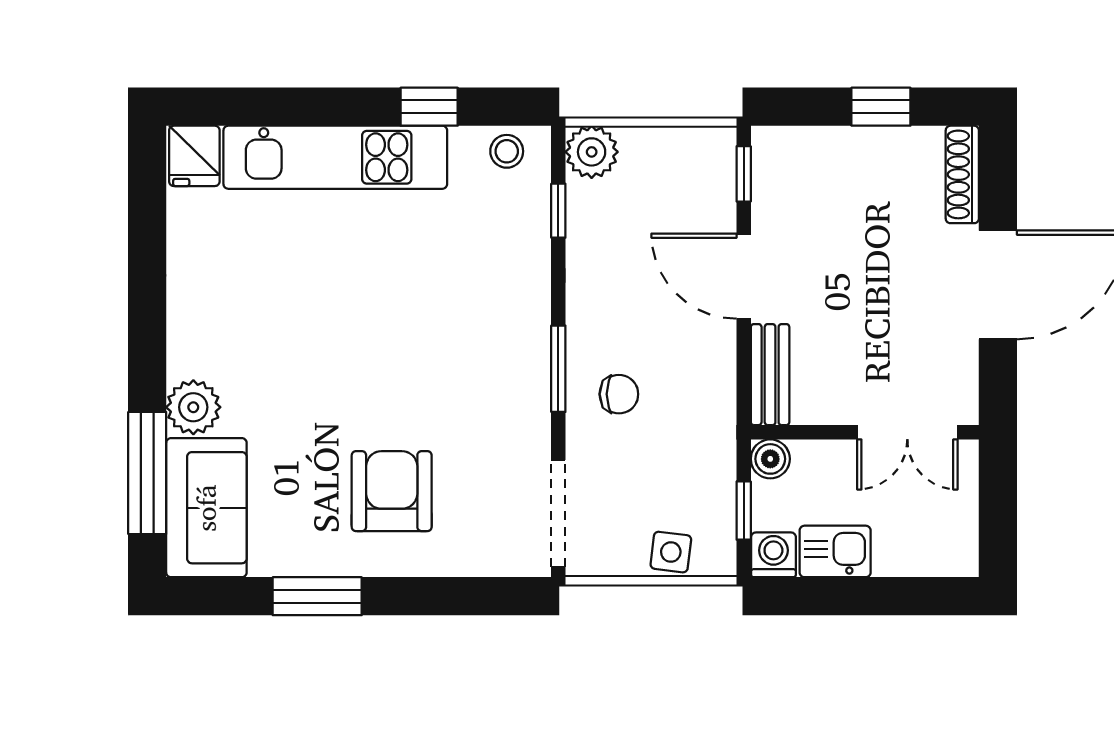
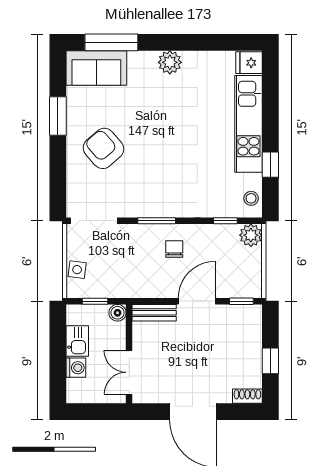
shoe rack: (962, 174) -> (247, 396), width x0.70
chair: (619, 394) -> (174, 249), moved, turned 180
plant: (193, 407) -> (170, 62), moved
armchair: (392, 491) -> (104, 148), turned -131
washing machine: (773, 555) -> (76, 368), moved

